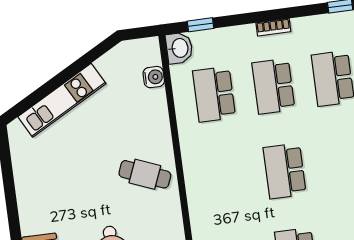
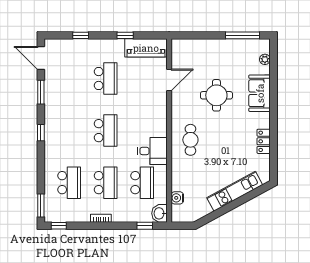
desk: (204, 148) -> (152, 151), added
cafe table: (145, 174) -> (190, 140), turned 68
locker: (26, 188) -> (264, 141), added

